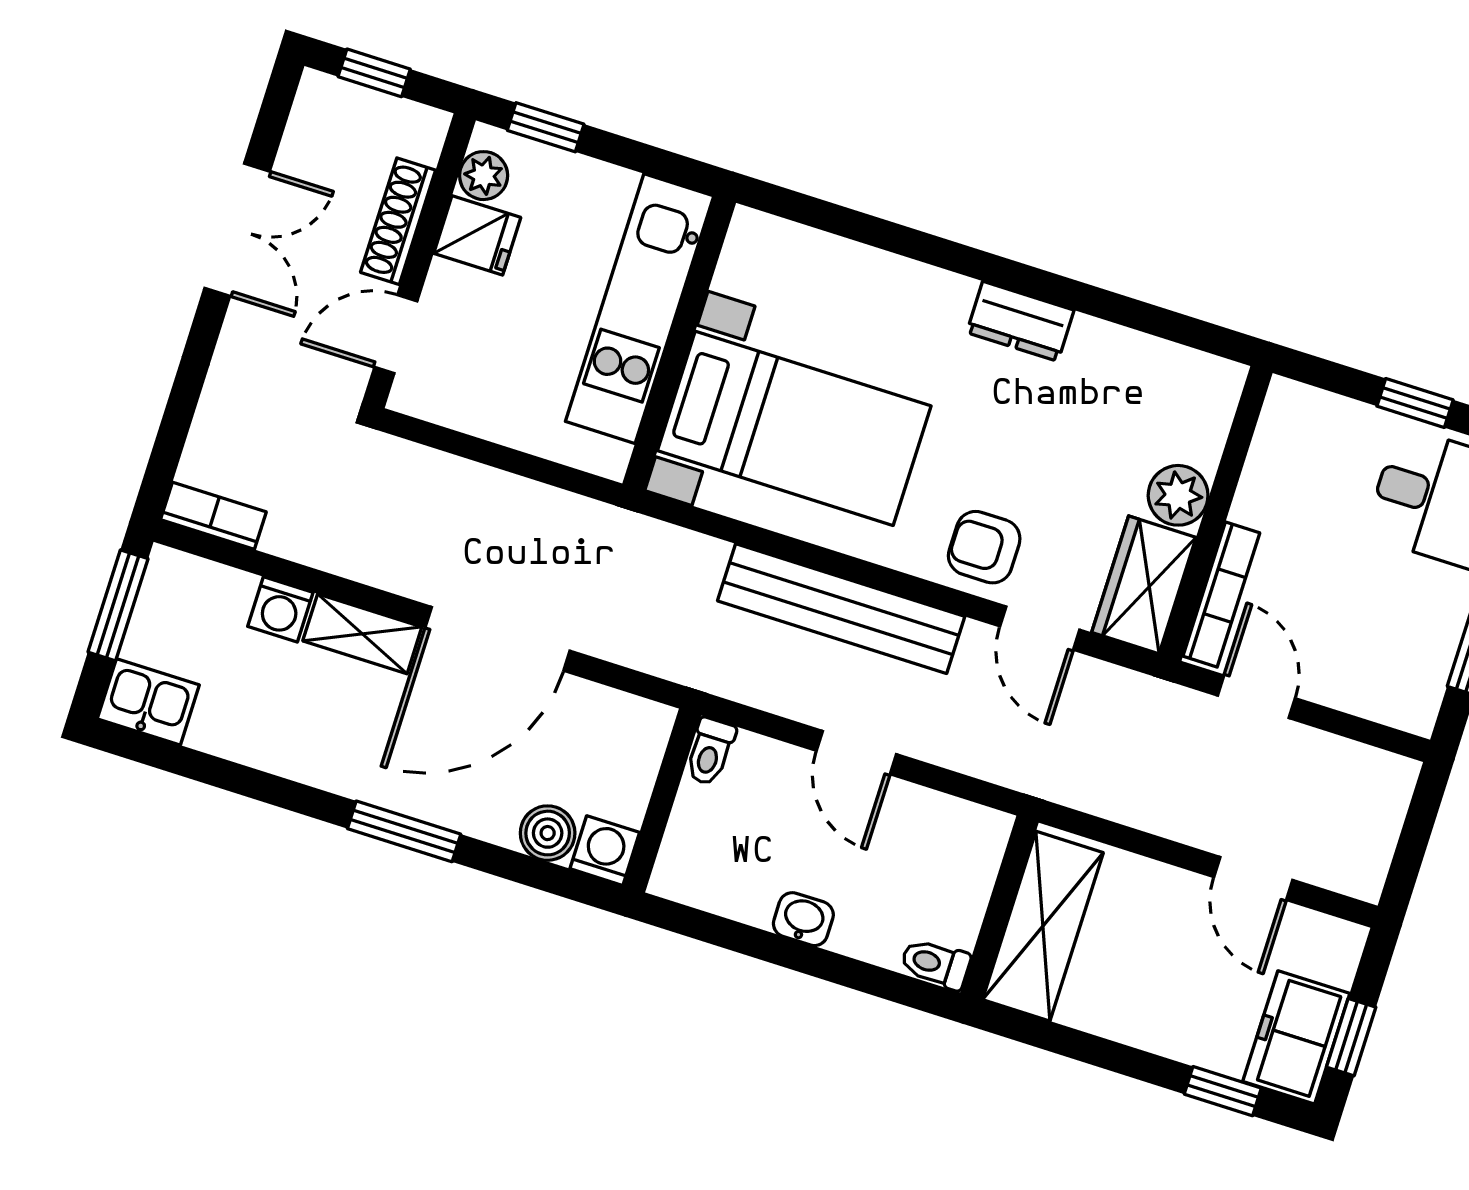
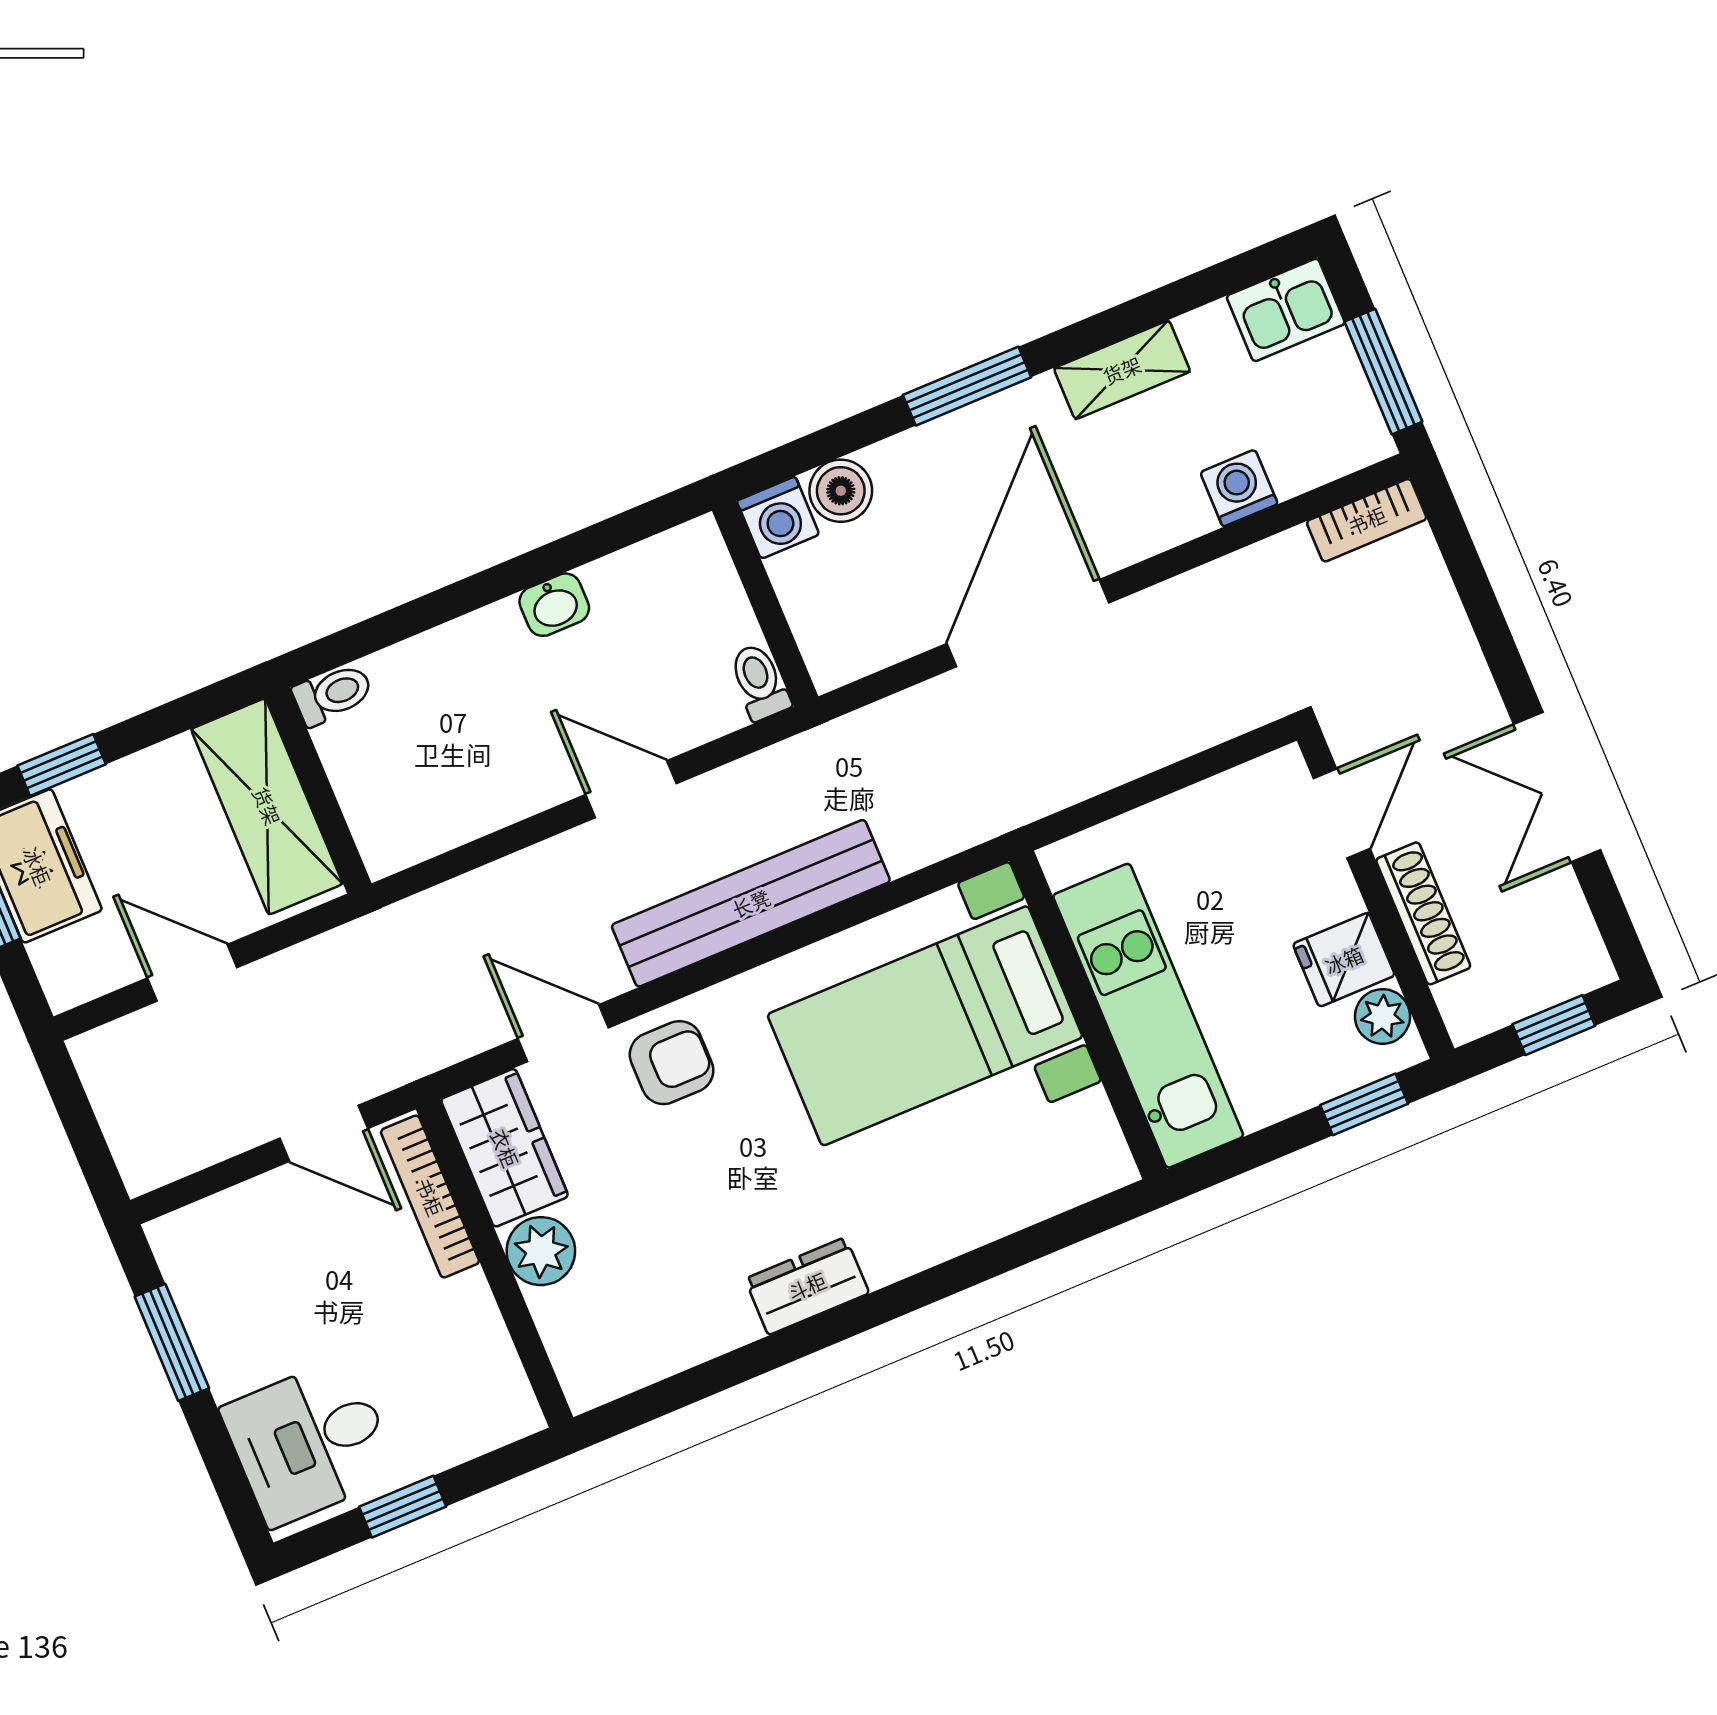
shelving: (362, 634) -> (1122, 370), moved
wall: (1000, 908) -> (318, 790), moved
shelving: (1043, 926) -> (267, 806), moved
toilet: (935, 964) -> (333, 694), moved

